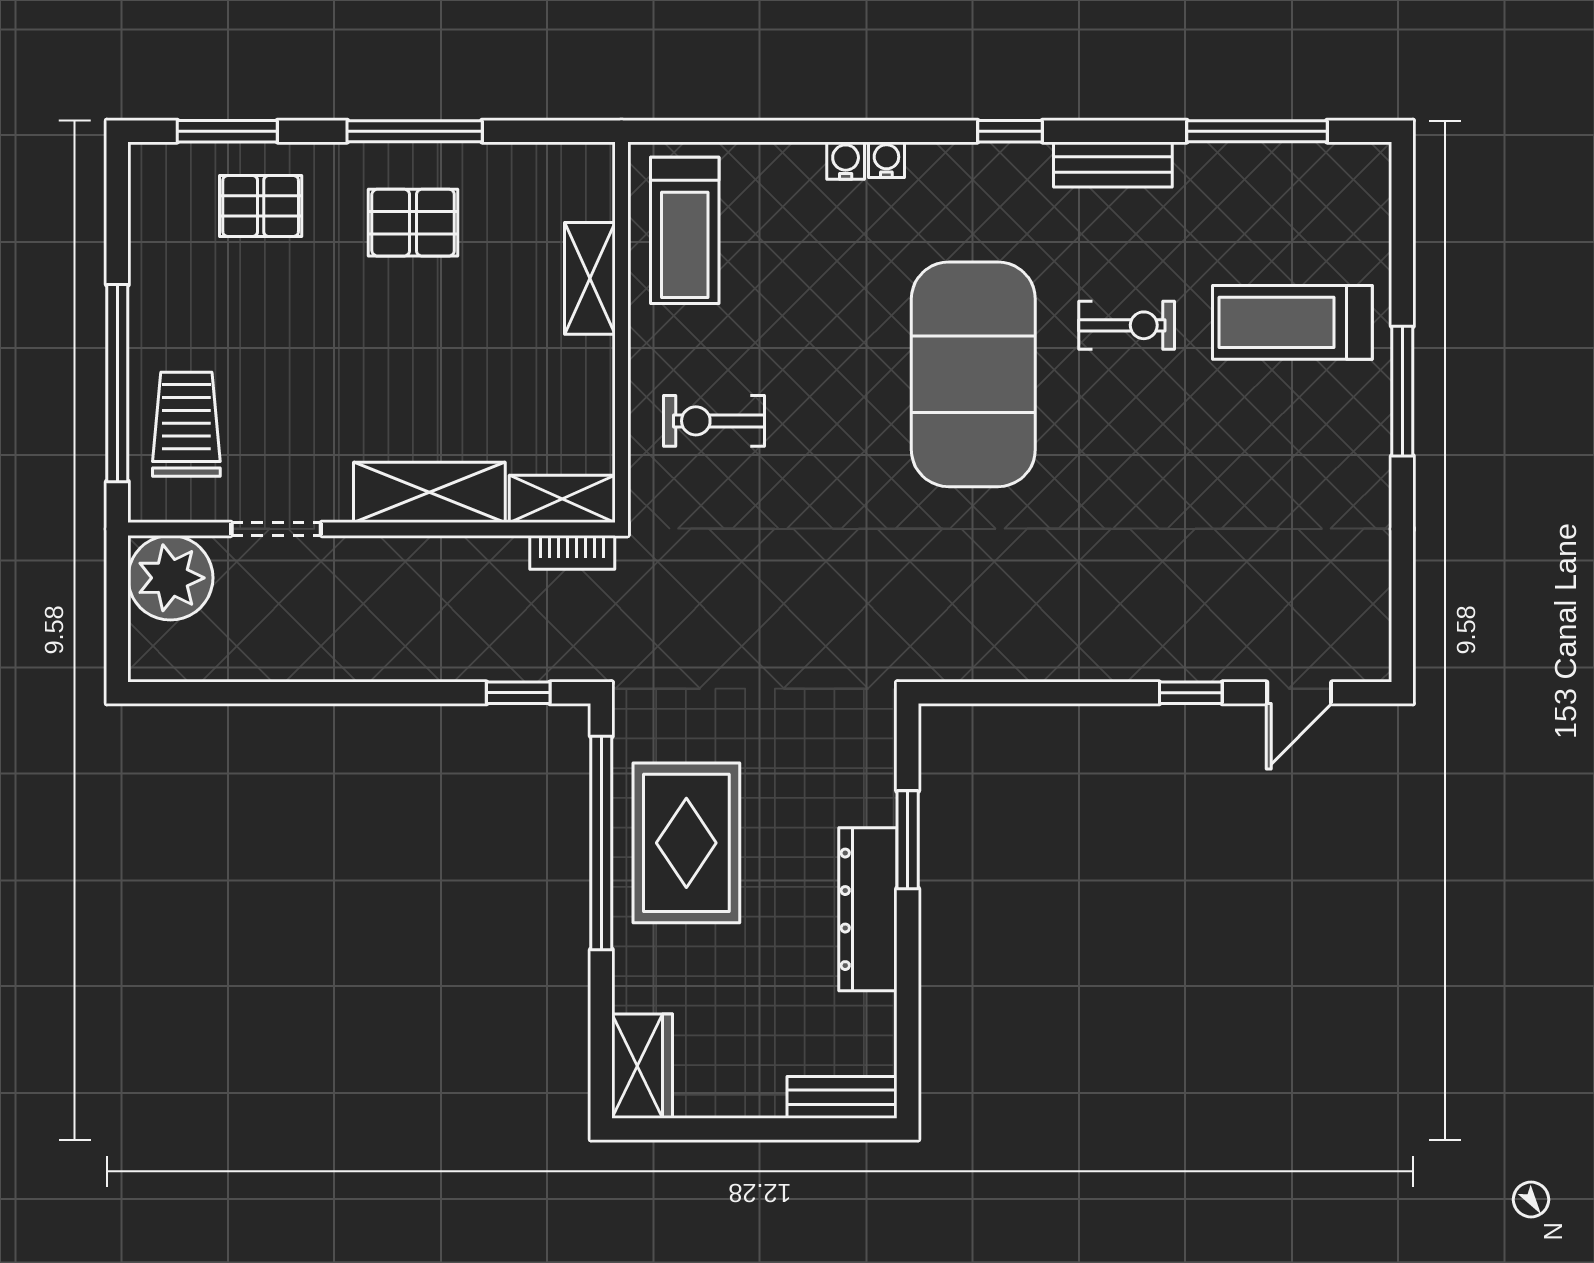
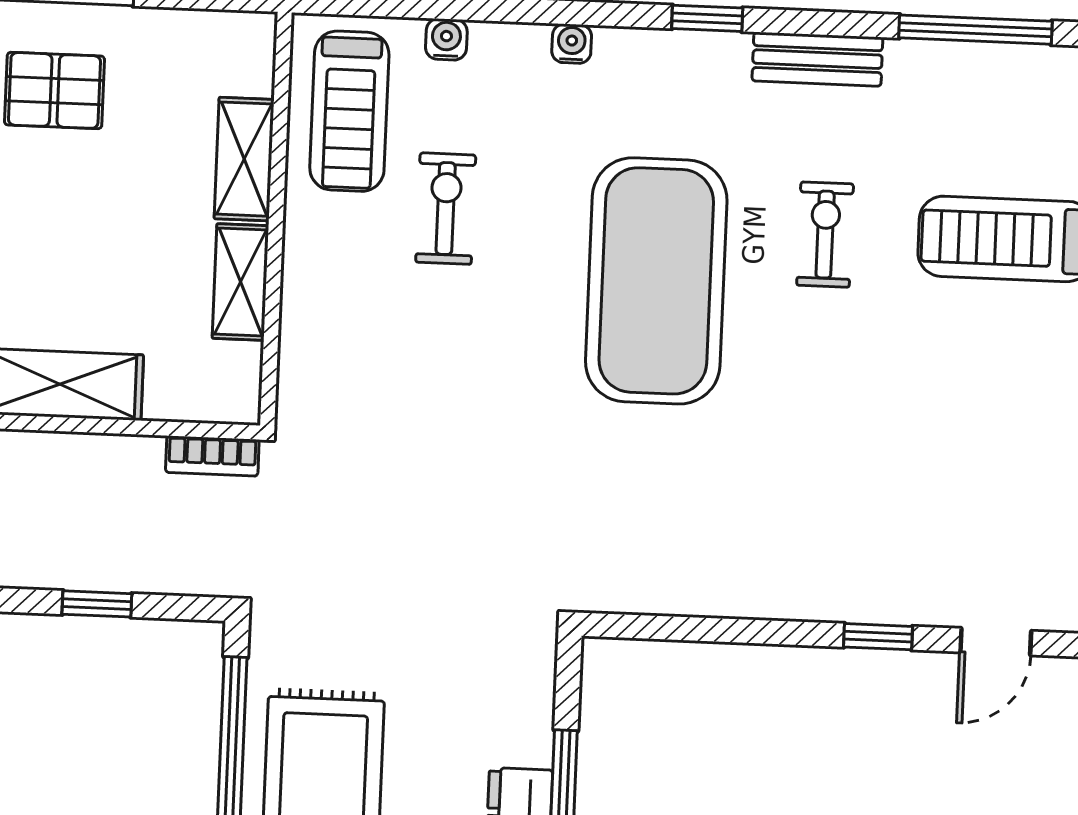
water cooler: (846, 161) -> (446, 39), moved
exercise bike: (1127, 325) -> (825, 235), turned -90
exercise bike: (714, 421) -> (446, 209), moved, turned 90
shelving: (562, 499) -> (240, 282), moved, turned 90
window: (518, 693) -> (97, 604), moved

